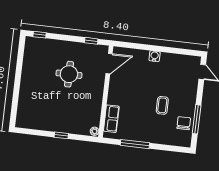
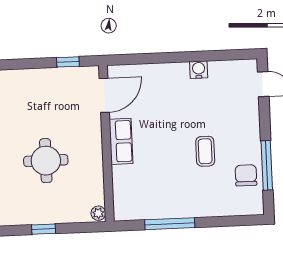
water cooler: (155, 56) -> (199, 70), moved
round table: (69, 74) -> (46, 161), moved
row of seats: (111, 119) -> (121, 141), moved

